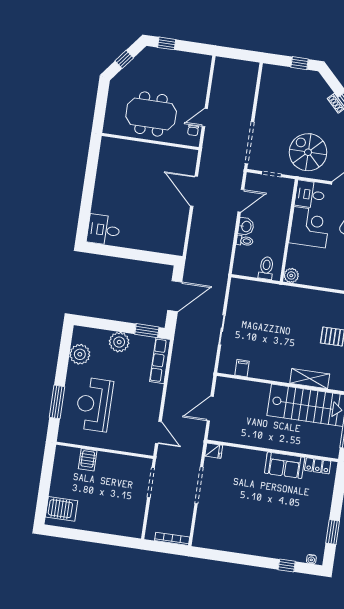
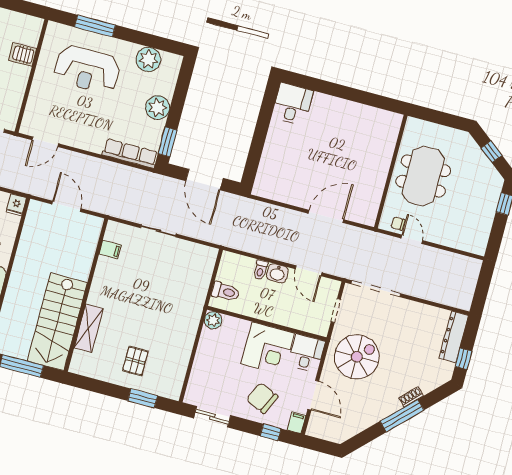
dresser: (282, 73) -> (454, 337), added
reception desk: (94, 405) -> (87, 69), turned 180

